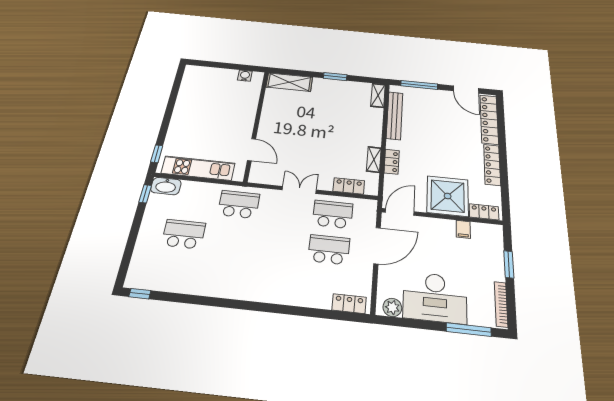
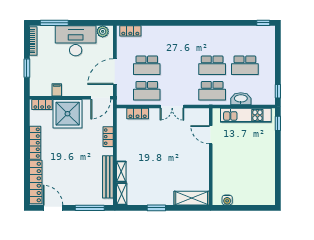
shelving: (374, 159) -> (121, 171), moved
washbasin: (166, 186) -> (241, 99), moved
school desk: (232, 239) -> (212, 65), added

